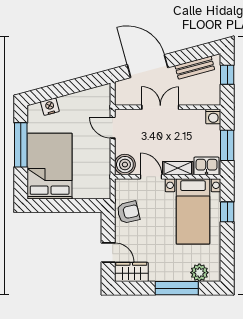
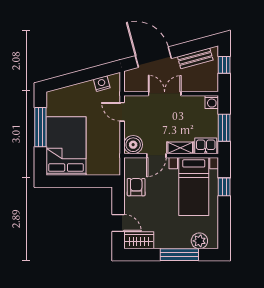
nightstand: (50, 107) -> (102, 84), moved
door: (151, 177) -> (156, 156), swing flipped
armchair: (128, 212) -> (136, 187), turned -77

